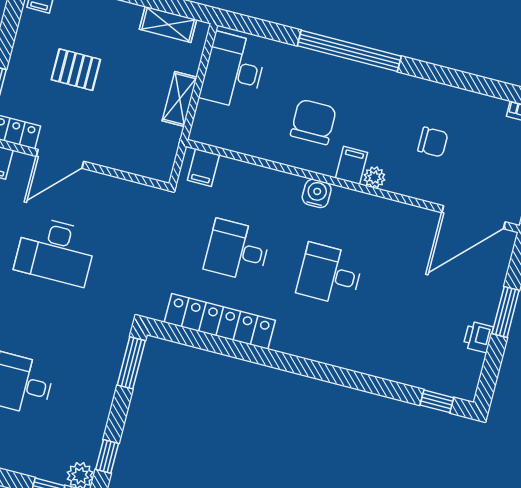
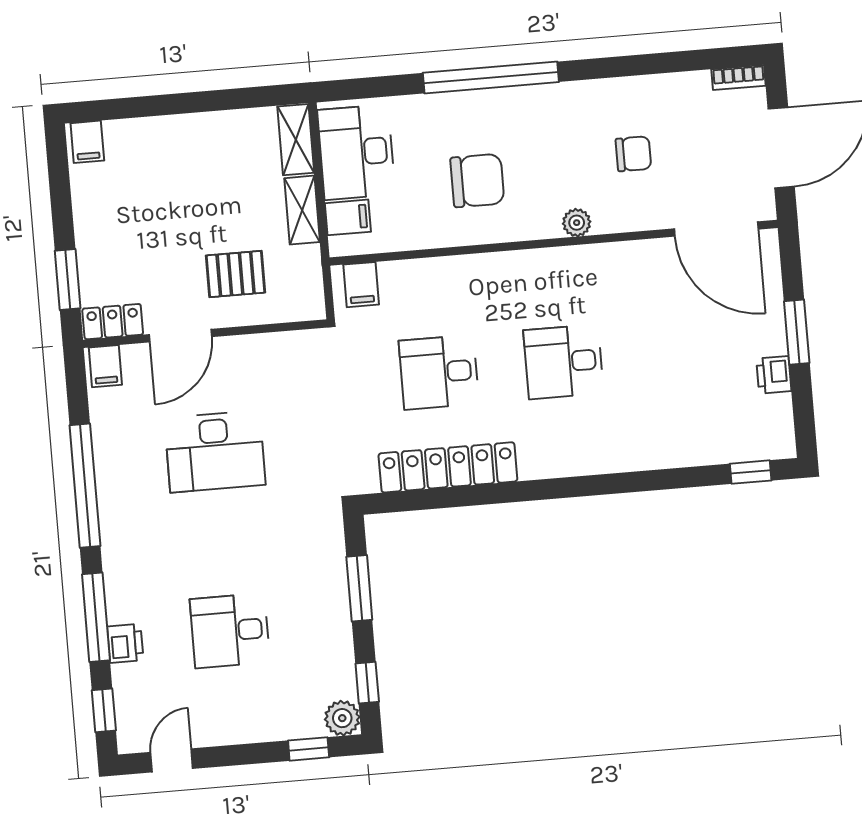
shelving: (168, 24) -> (296, 140), moved, turned 90
pallet: (76, 70) -> (236, 274), moved
chair: (313, 122) -> (477, 181), turned 90
filing cabinet: (352, 165) -> (348, 217), moved, turned 90
water cooler: (317, 193) -> (512, 267), removed
door: (474, 217) -> (716, 229), hinge flipped
window: (131, 363) -> (359, 588), moved

